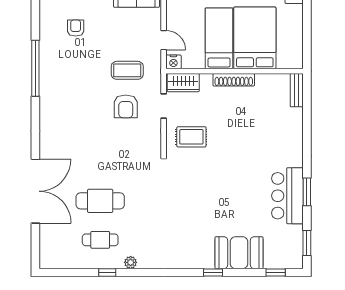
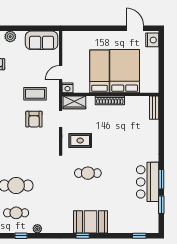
door: (164, 40) -> (61, 73), swing flipped
cafe table: (202, 183) -> (88, 173), added
window: (307, 243) -> (161, 205), moved
booth: (239, 253) -> (90, 222), moved
window: (213, 272) -> (83, 236), moved

